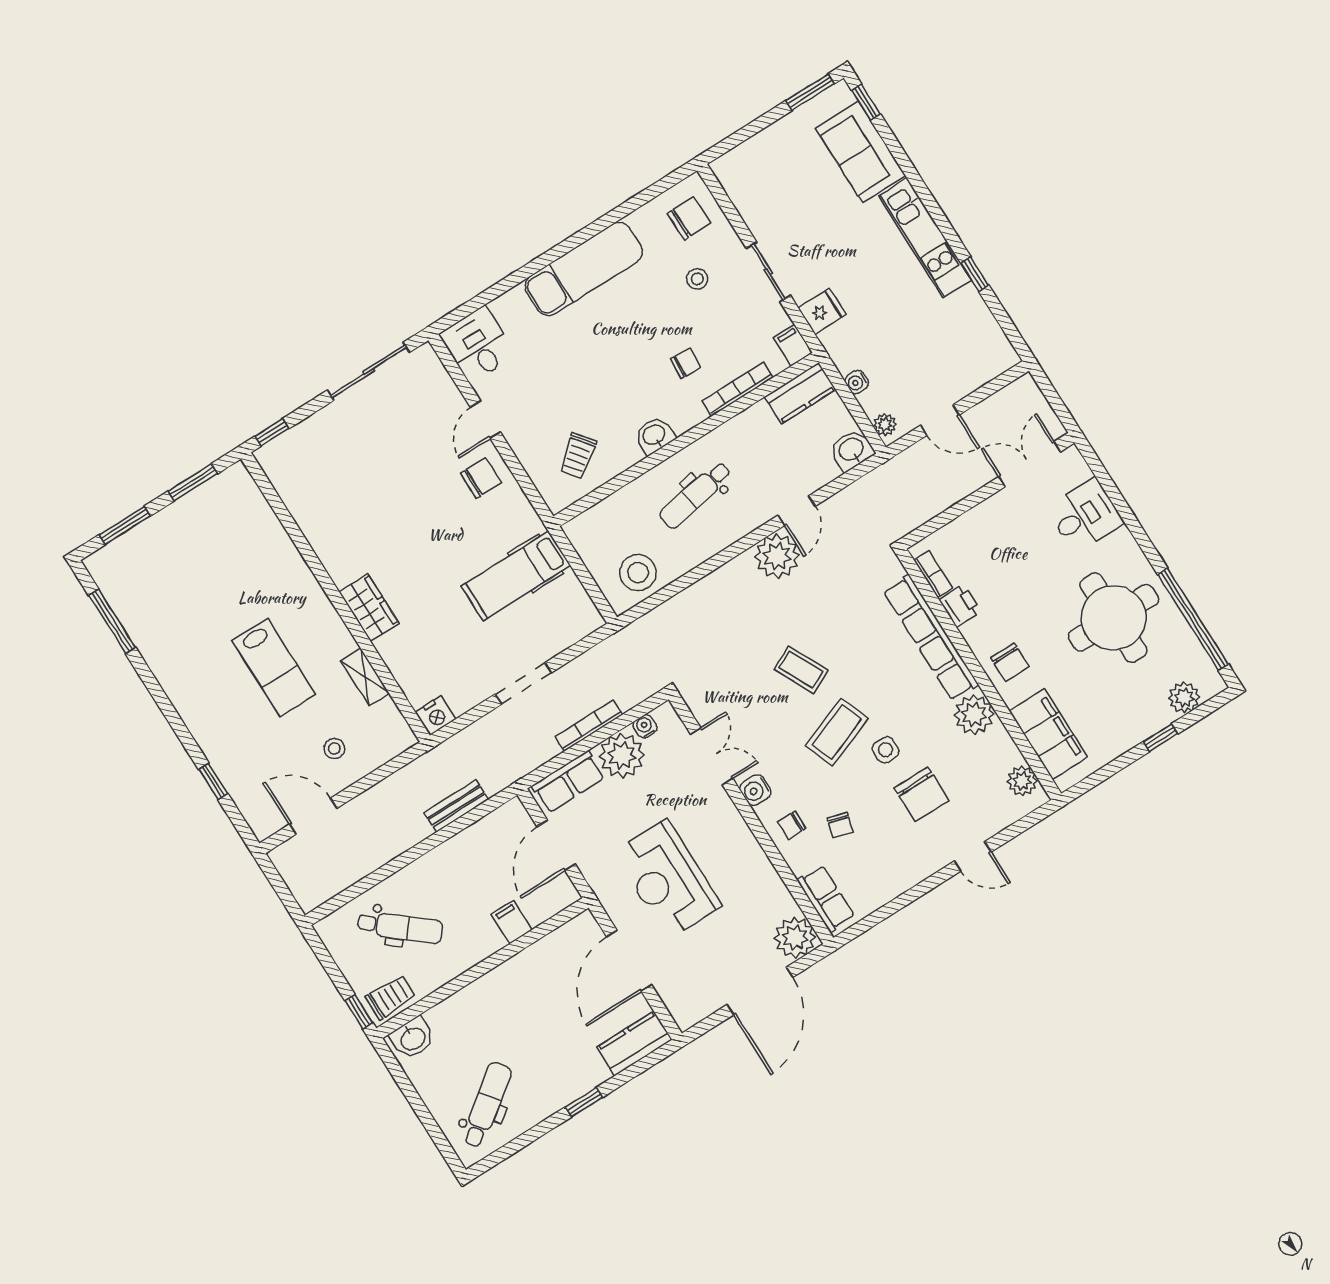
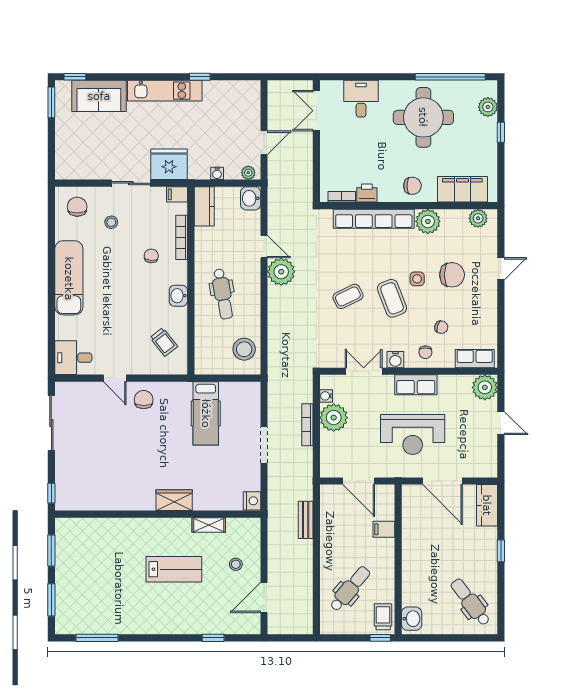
fridge: (822, 311) -> (169, 164), width x1.88, depth x1.34
row of seats: (568, 782) -> (416, 385), moved, turned 90
door: (760, 991) -> (501, 423), width x0.53

